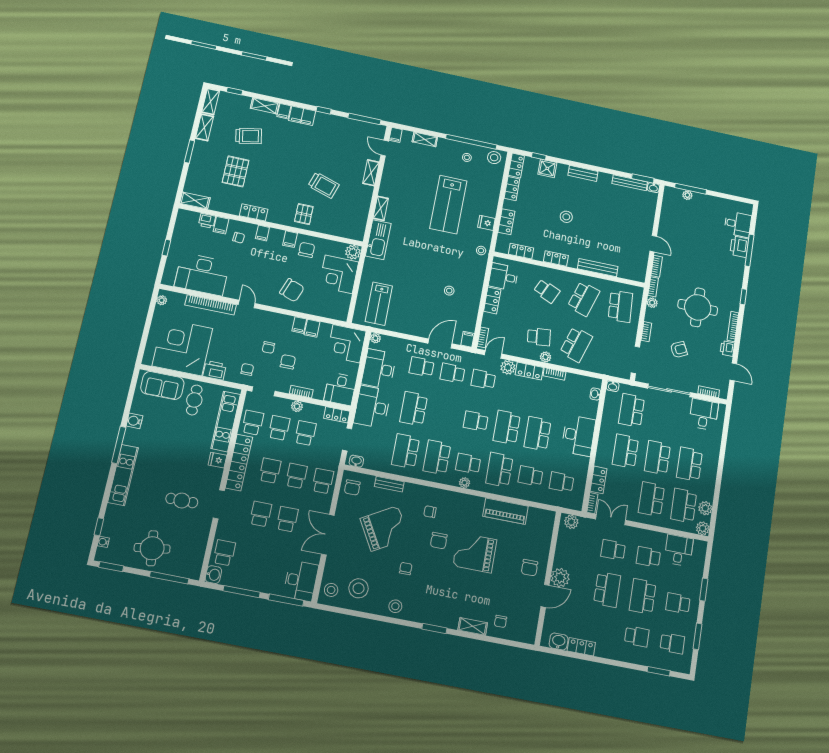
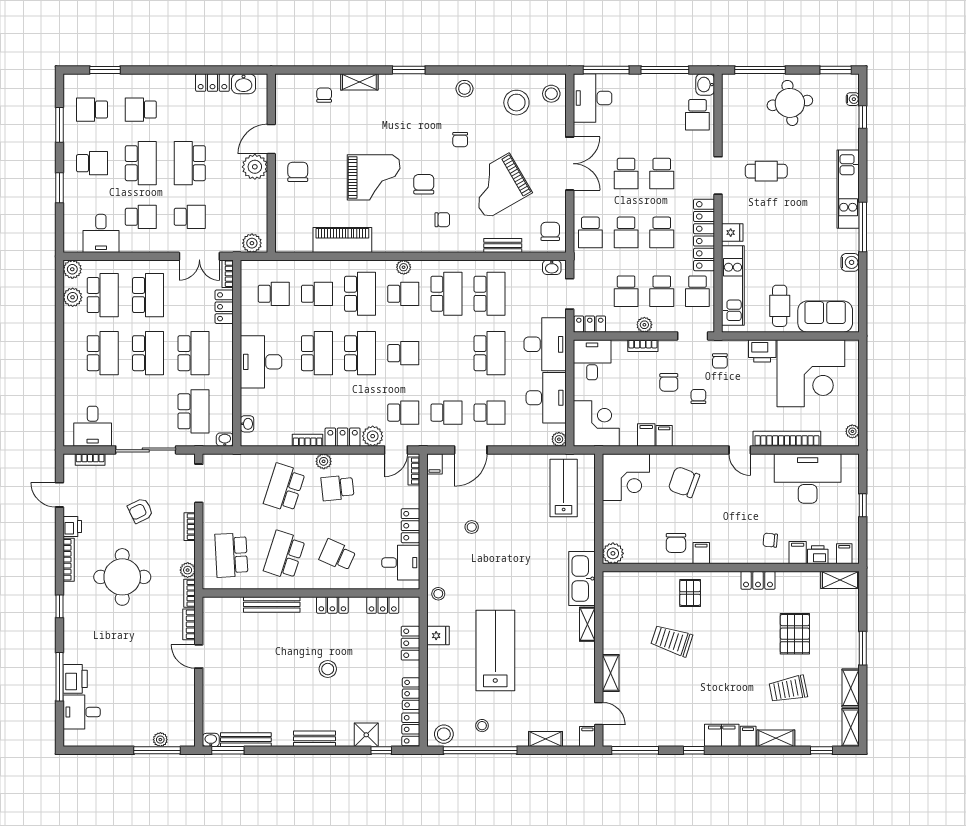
filing cabinet: (263, 233) -> (844, 554), moved
corner desk: (339, 274) -> (626, 477), moved, turned 90

